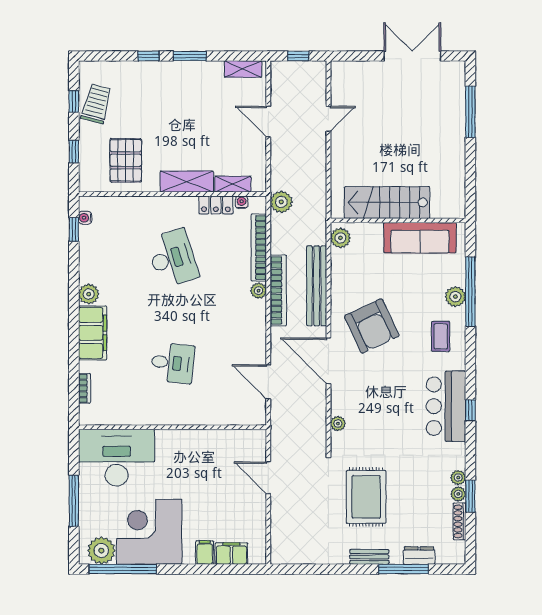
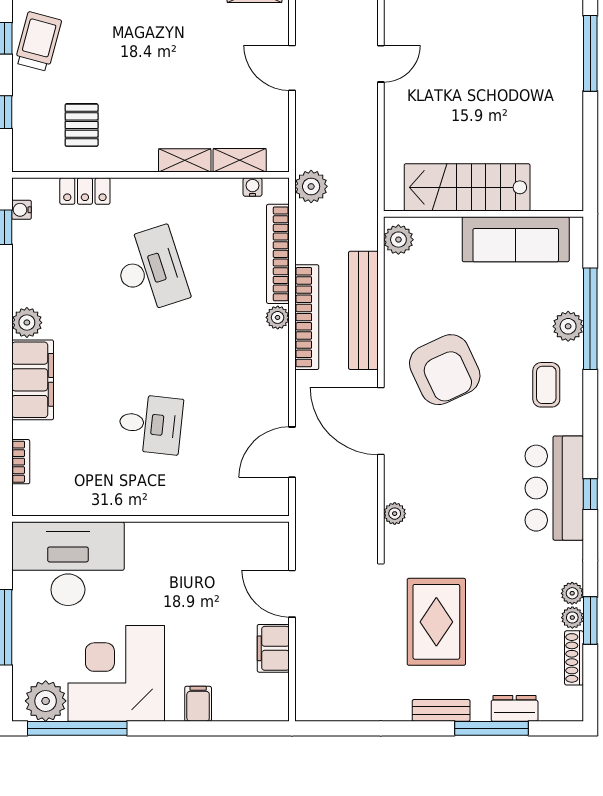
pallet: (126, 160) -> (82, 125), width x0.67, depth x0.71
shelving: (187, 182) -> (185, 160), width x0.67, depth x0.75
locker: (216, 205) -> (85, 191), moved
door: (268, 382) -> (292, 452), hinge flipped
filing cabinet: (231, 554) -> (273, 648), moved, turned -90

